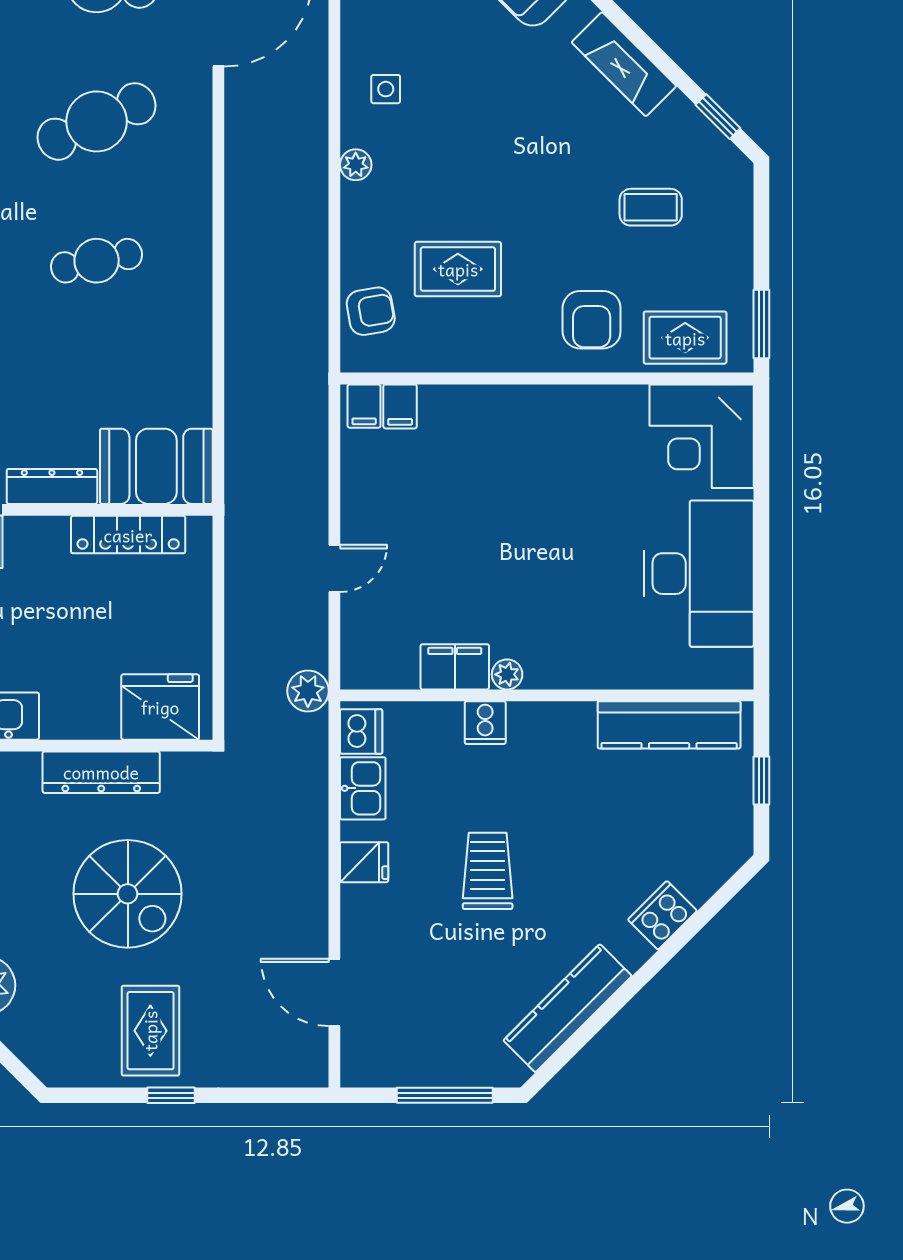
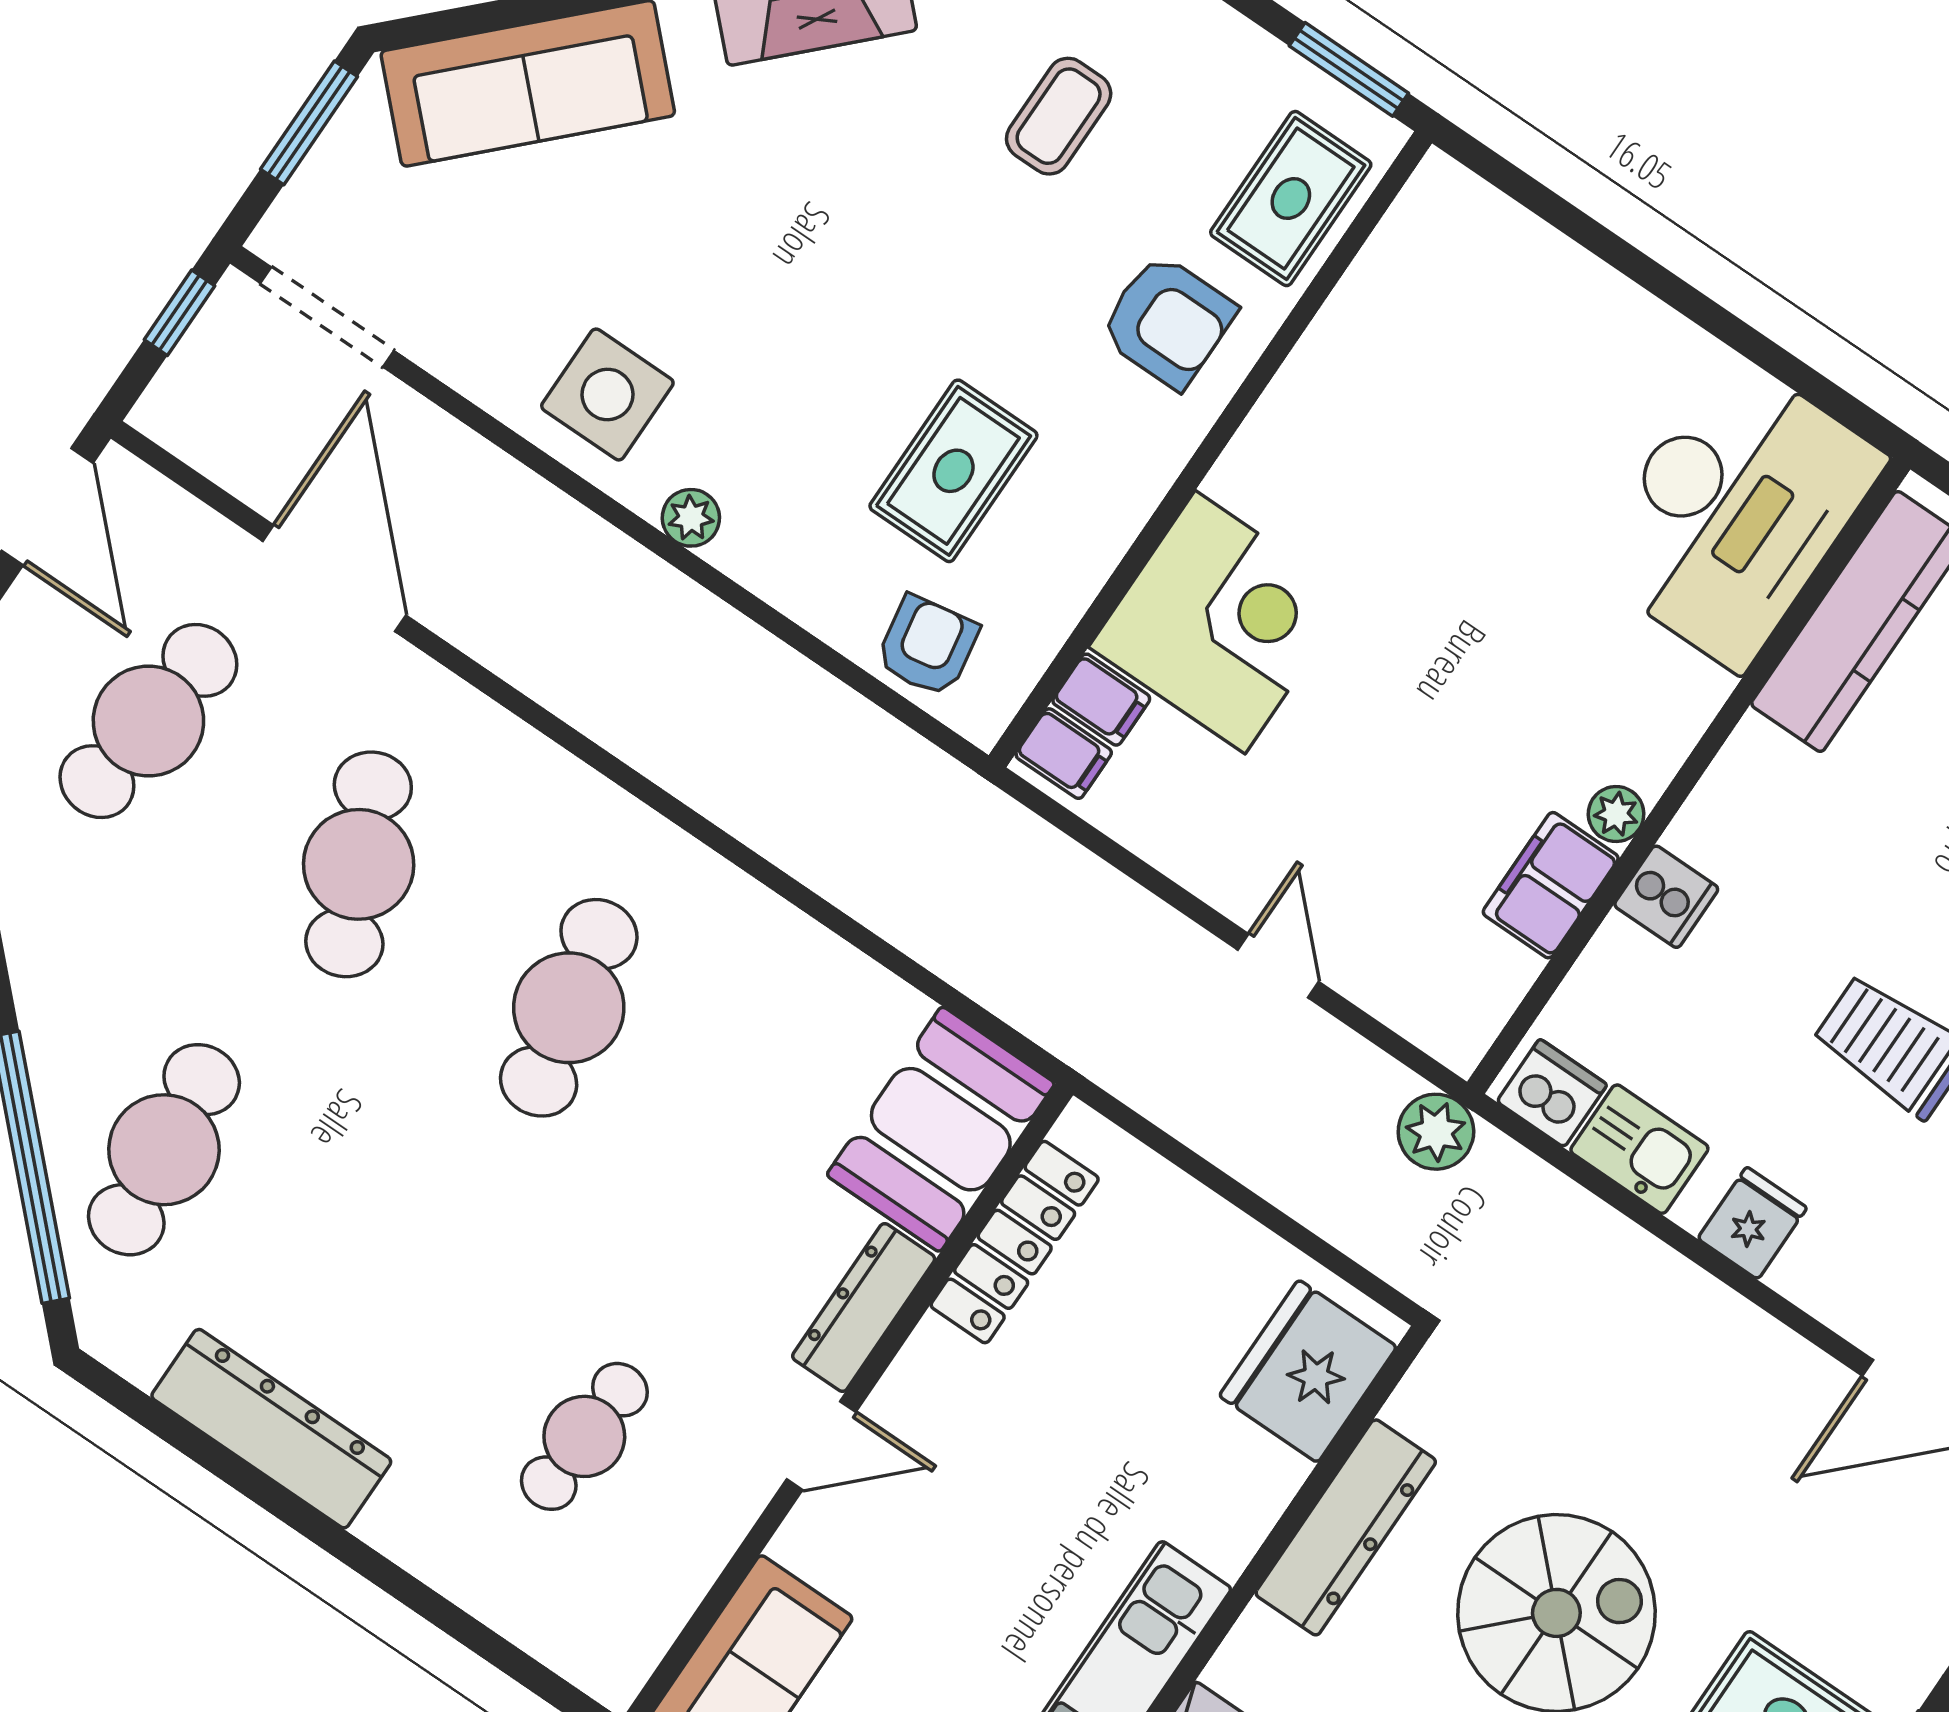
side table: (386, 89) -> (607, 395), width x1.87, depth x1.87
cafe table: (97, 261) -> (569, 1008), width x1.37, depth x1.35
corner desk: (702, 436) -> (1220, 622), moved, turned -90
desk: (699, 574) -> (1735, 512), moved, turned 90

